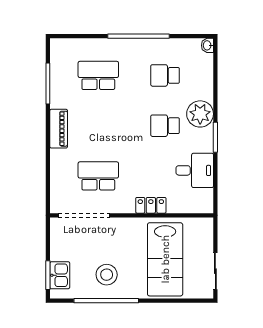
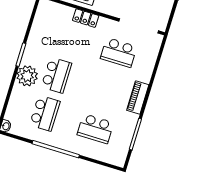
school desk: (165, 75) -> (45, 113), width x1.85
school desk: (165, 126) -> (56, 75), width x1.85
desk: (195, 170) -> (44, 34), removed

